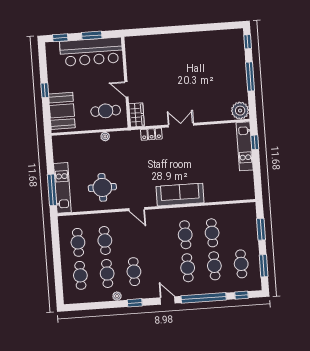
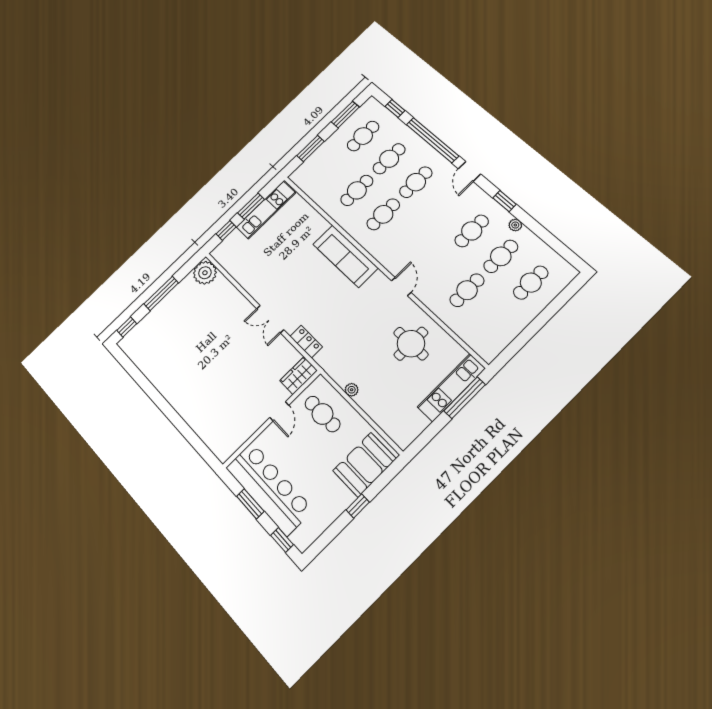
kitchen unit: (245, 146) -> (266, 210), moved
window: (257, 168) -> (251, 206), added
cafe table: (78, 242) -> (497, 317), removed

